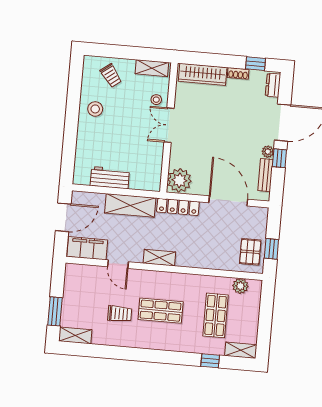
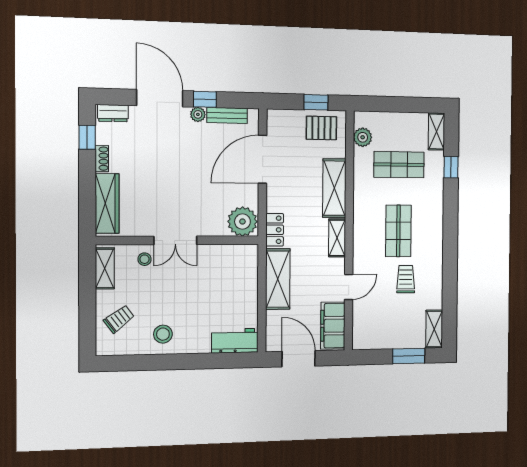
workbench: (110, 178) -> (235, 341), moved, turned 90
locker: (178, 207) -> (275, 230), width x0.66
shelving: (200, 259) -> (334, 188), added

